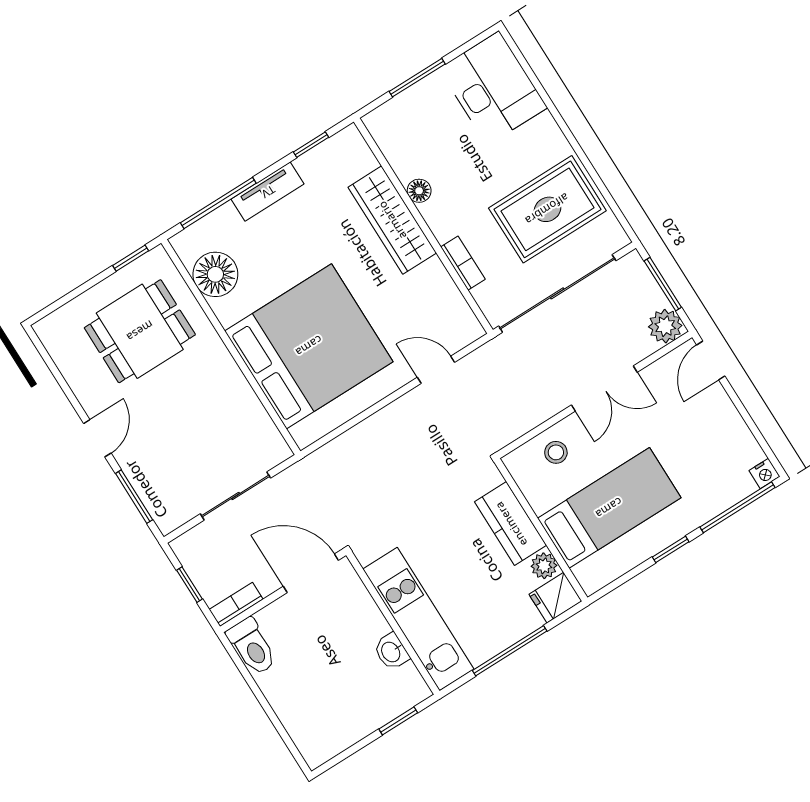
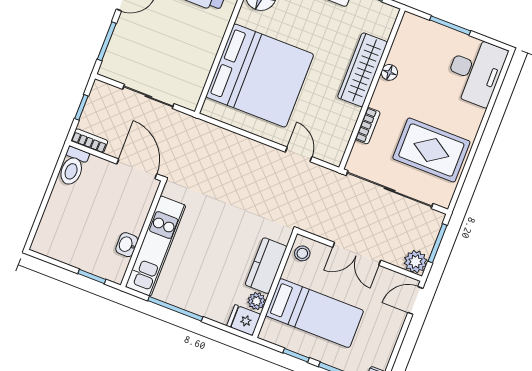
bed: (609, 508) -> (315, 313), moved
kitchen counter: (511, 524) -> (266, 266), moved
wall: (541, 530) -> (275, 285), moved
plant: (544, 566) -> (257, 301), moved
fridge: (555, 598) -> (244, 320), moved

